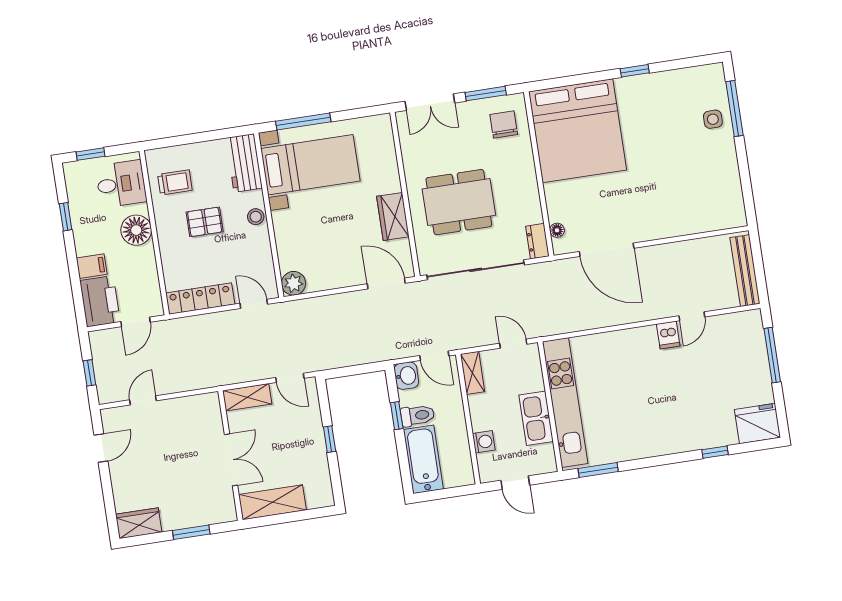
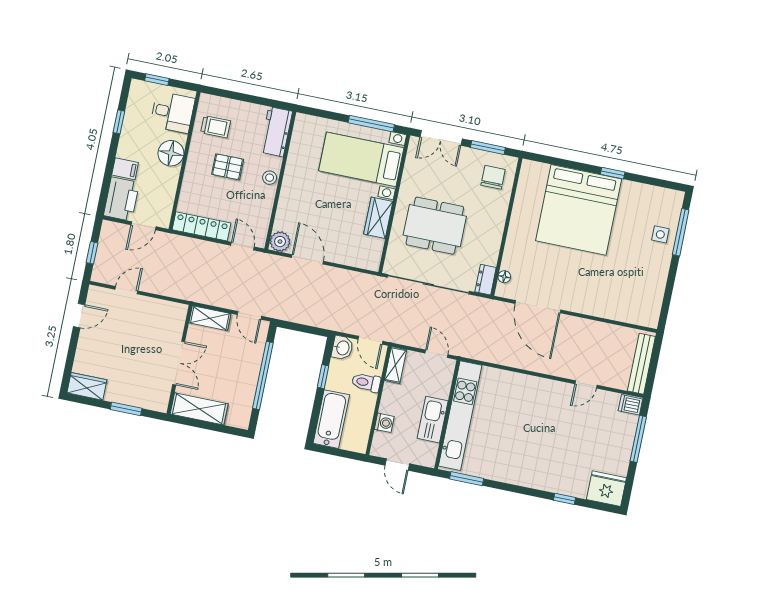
window: (303, 122) -> (371, 124), moved
bed: (577, 131) -> (579, 210), moved
bed with nightstands: (310, 165) -> (361, 159), moved, turned 180
door: (386, 284) -> (307, 259), moved
dishwasher: (668, 335) -> (630, 405), moved, turned 90
toilet: (418, 415) -> (366, 382), moved, turned 180
window: (330, 439) -> (263, 376), width x3.17

